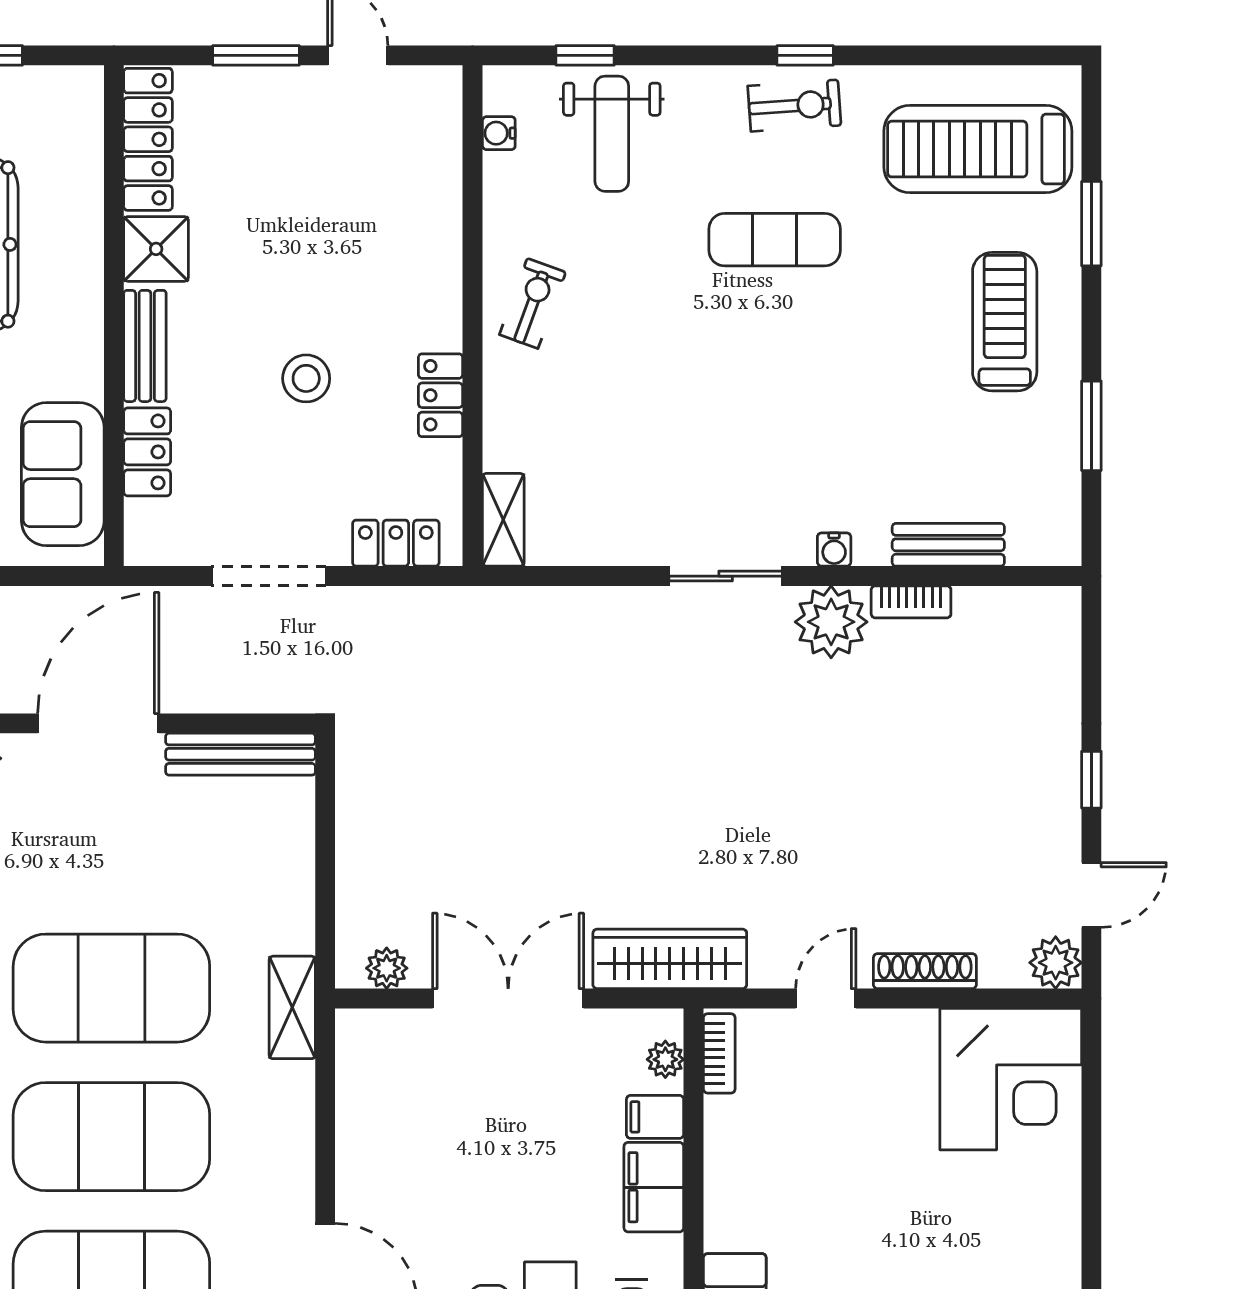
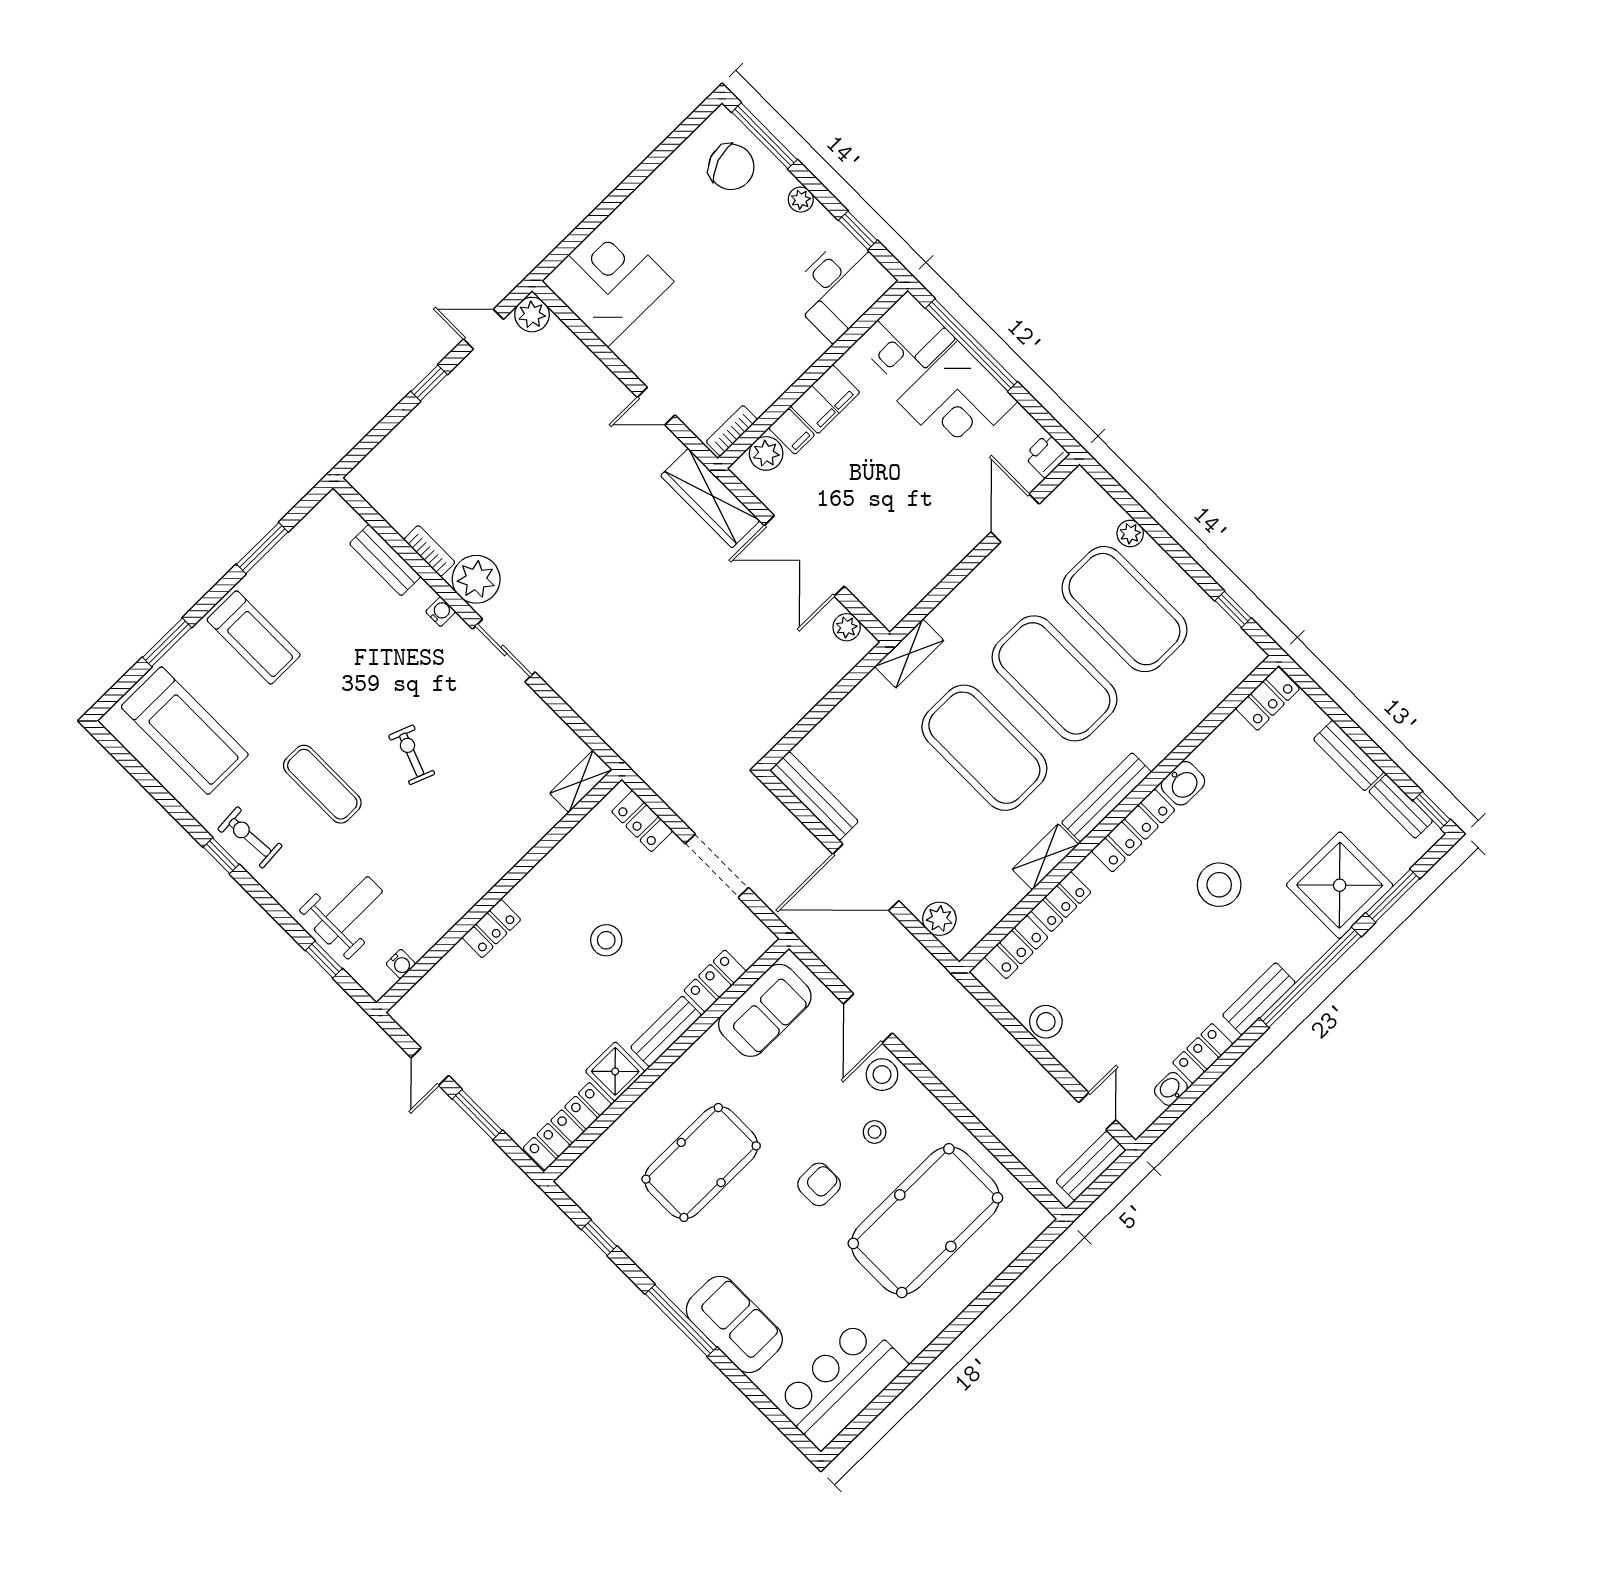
exercise bike: (533, 303) -> (412, 755), moved, turned 91
treadmill: (1005, 322) -> (254, 637), turned -90
locker: (441, 395) -> (491, 929), moved
shoe rack: (925, 971) -> (597, 372), removed
plant: (665, 1059) -> (766, 453), width x1.38, depth x1.38

